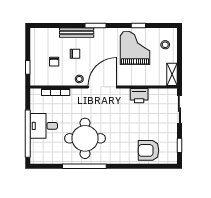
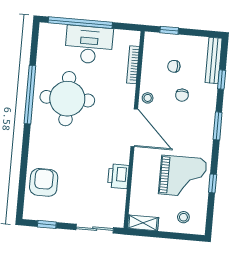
window: (61, 25) -> (222, 80), added
bench: (77, 33) -> (214, 60), moved
desk: (44, 126) -> (89, 45), width x1.37

